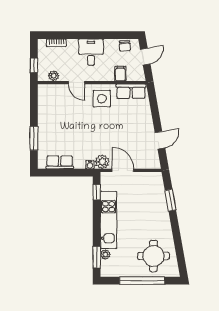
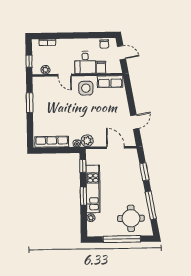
desk: (91, 52) -> (85, 62), moved, turned 180
door: (145, 57) -> (122, 53), hinge flipped
window: (34, 138) -> (30, 103), moved
row of seats: (60, 162) -> (52, 142), width x1.48
door: (123, 170) -> (116, 147), moved
window: (178, 241) -> (151, 205), added
window: (97, 257) -> (83, 196), moved

